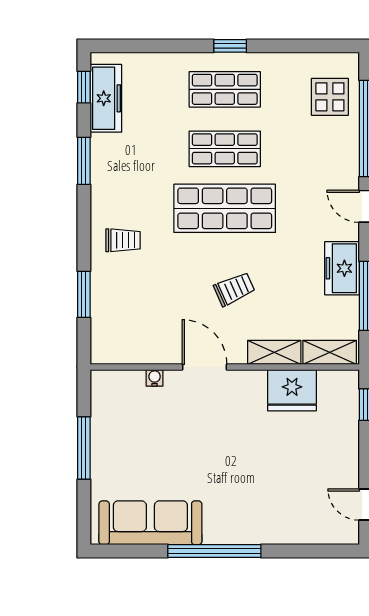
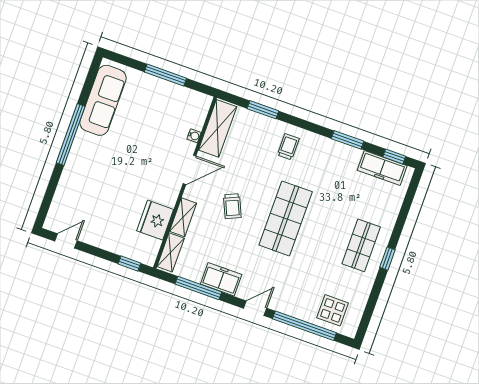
shop shelf: (225, 149) -> (323, 232), removed
trolley: (123, 240) -> (288, 147), turned 180
shelving: (133, 348) -> (218, 128), added

